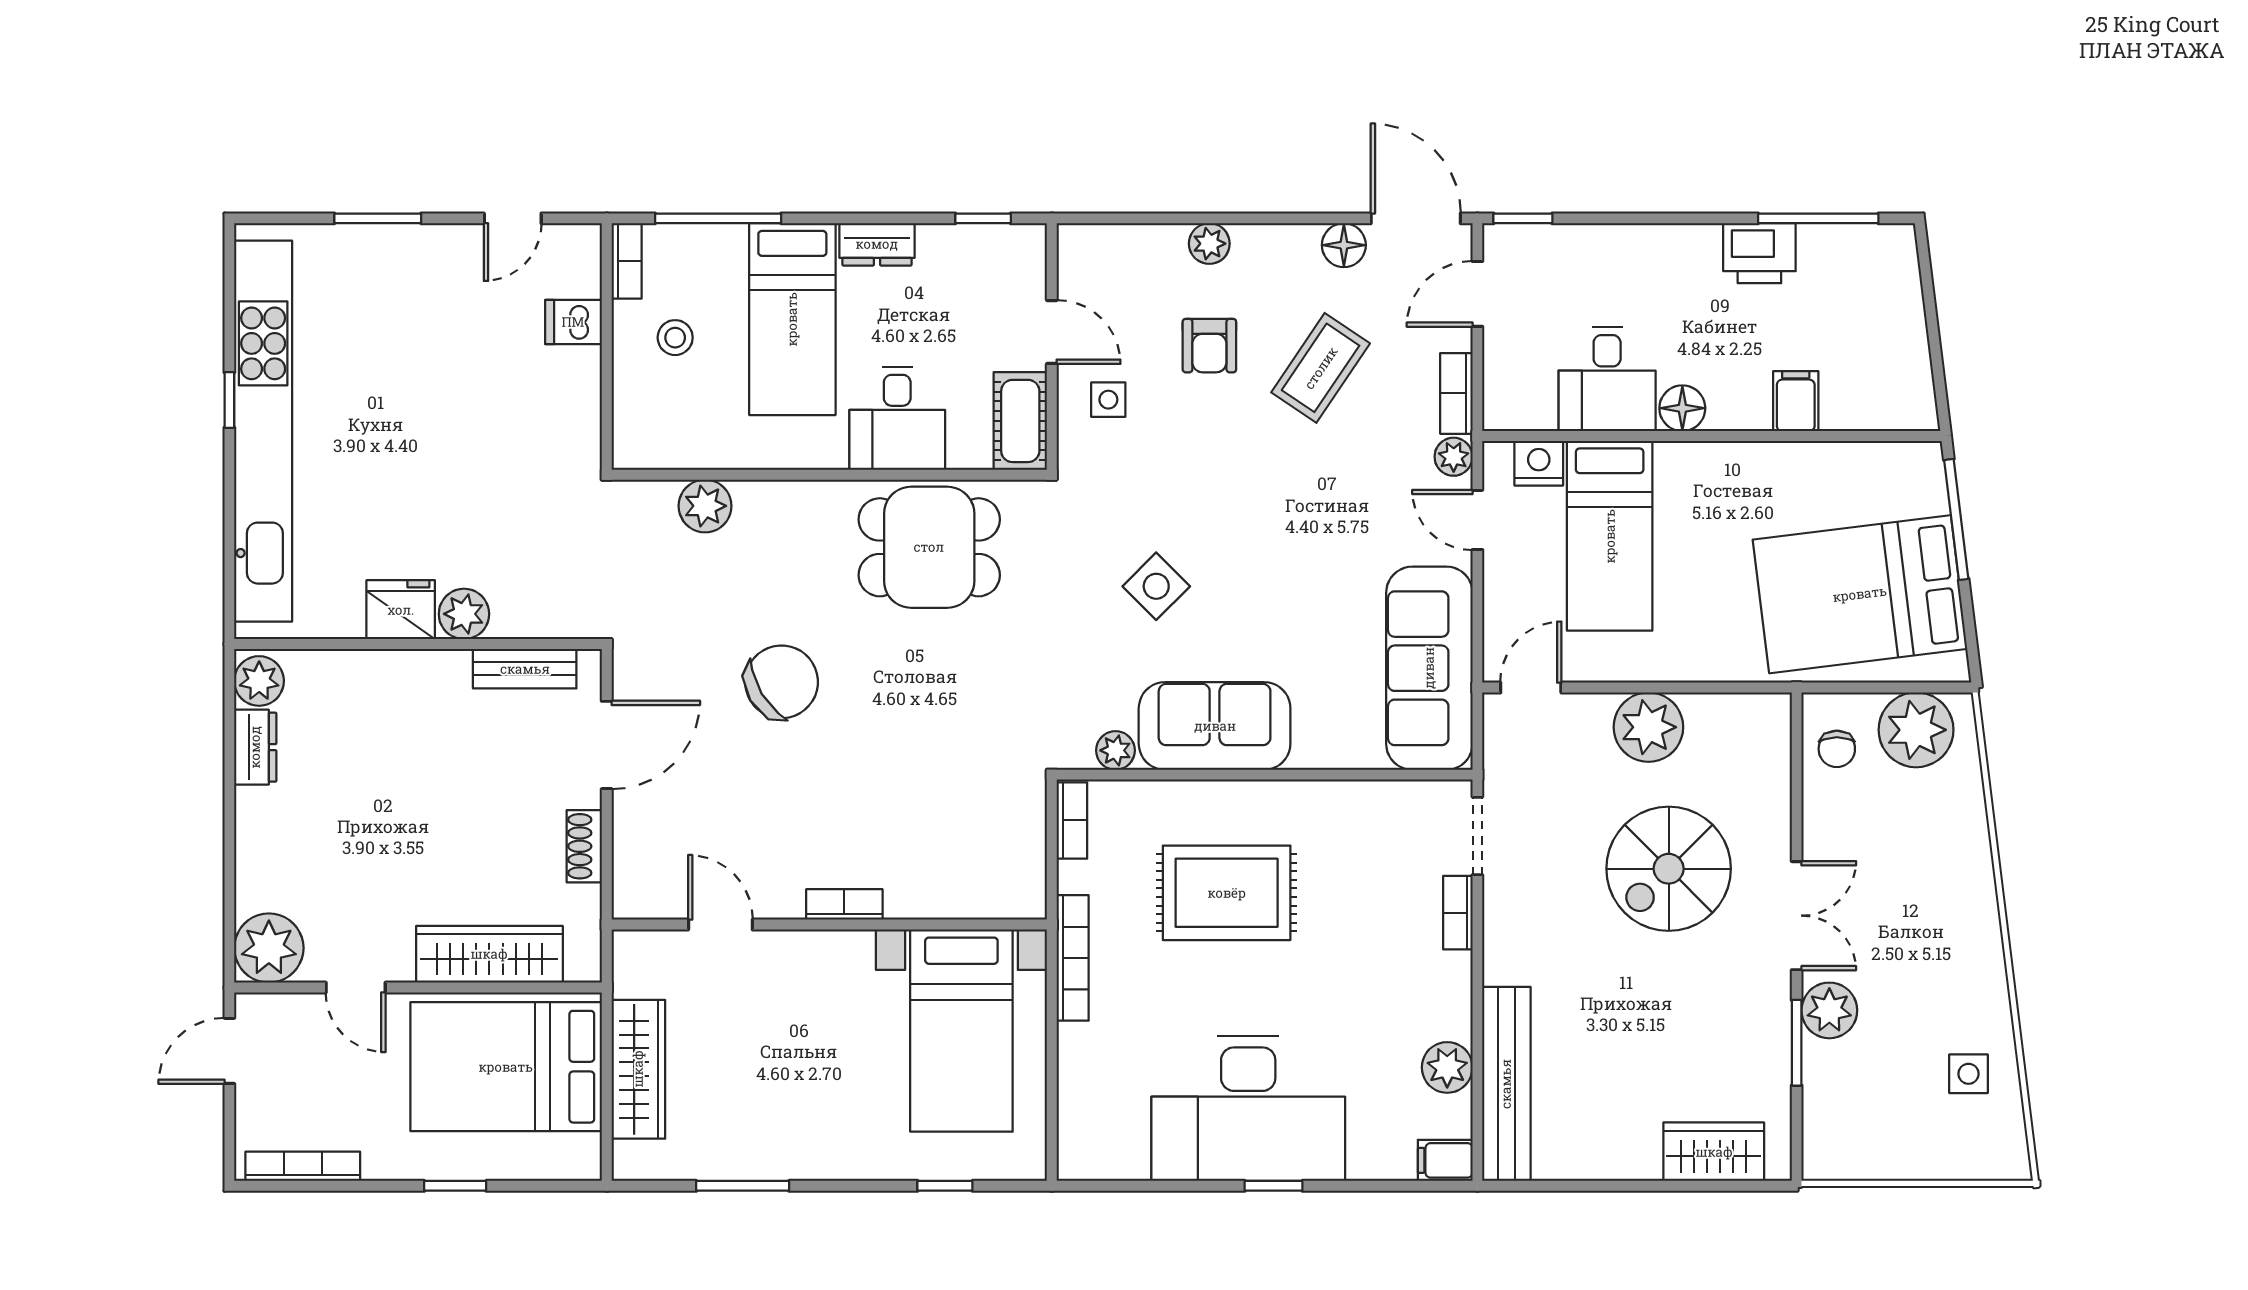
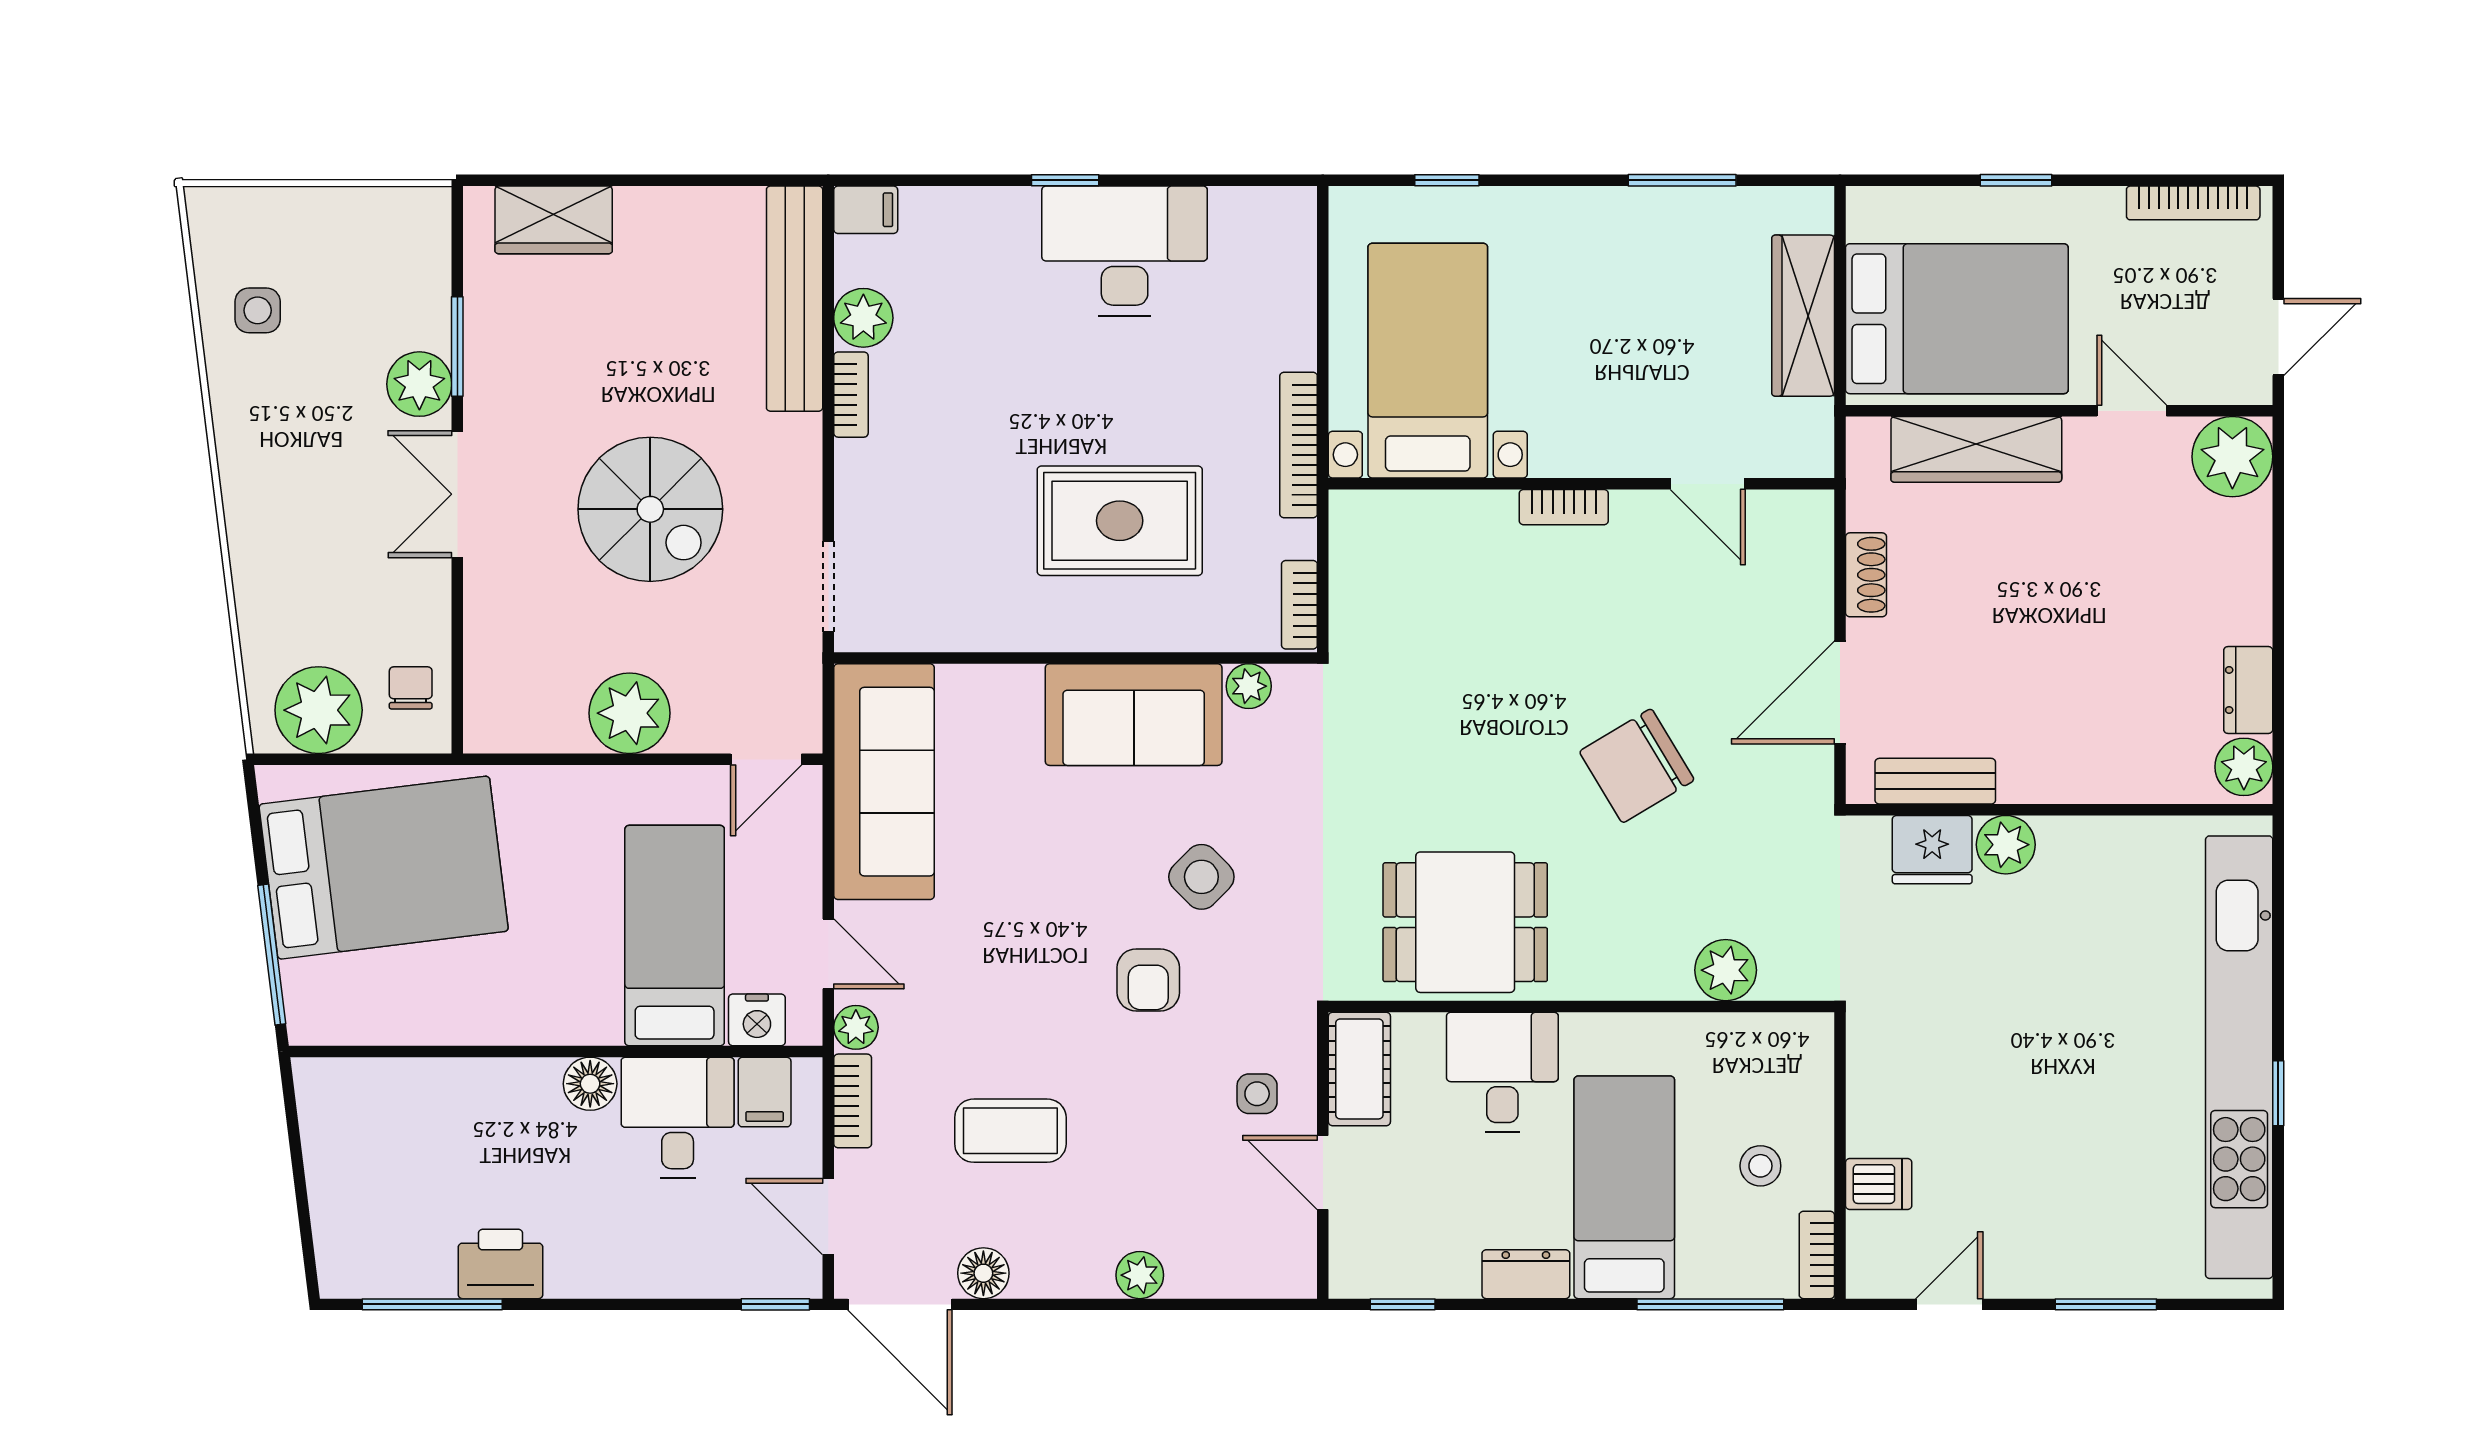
door: (1477, 294) -> (828, 1217), swing flipped
armchair: (1209, 346) -> (1148, 980), moved, turned 180
coffee table: (1321, 368) -> (1010, 1131), turned 56
filing cabinet: (1796, 401) -> (765, 1092), moved
fridge: (401, 610) -> (1932, 850), moved
spiral stairs: (1669, 869) -> (650, 509), moved, turned 90
bookcase: (1458, 913) -> (851, 395), moved
desk: (1248, 1108) -> (1125, 251), width x0.73, depth x0.77

